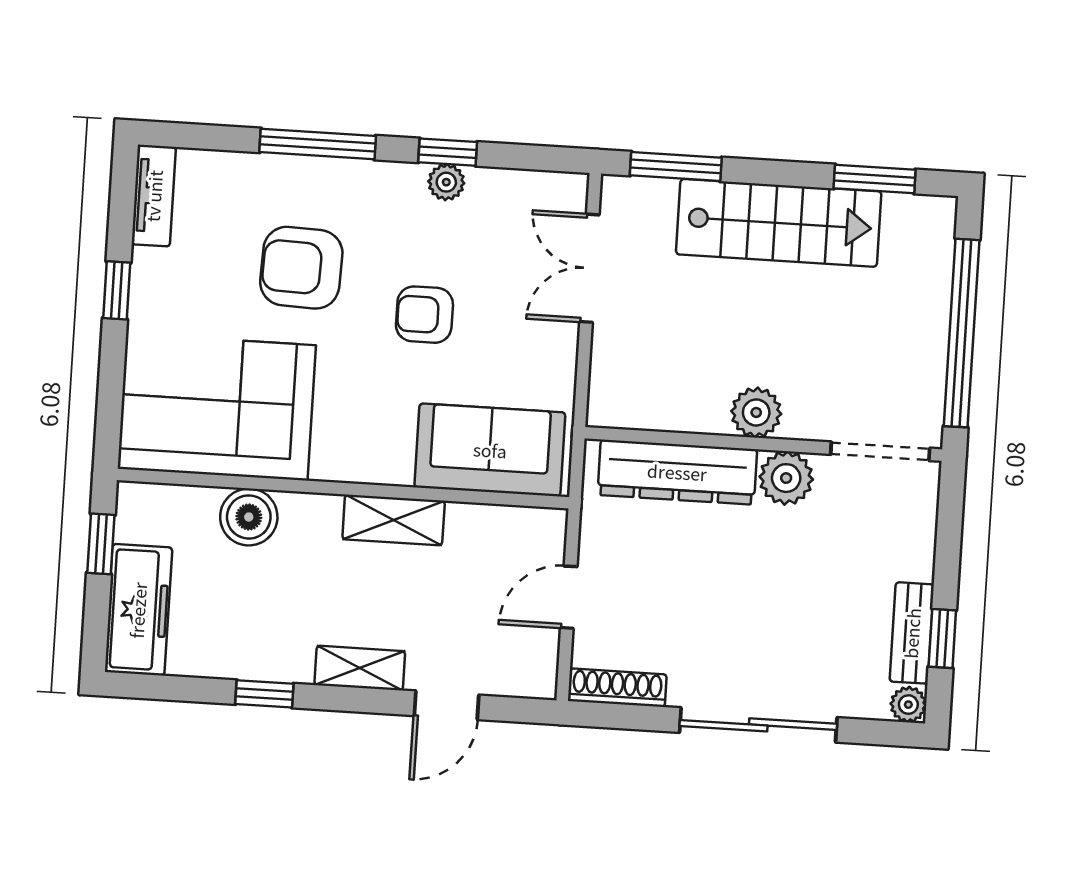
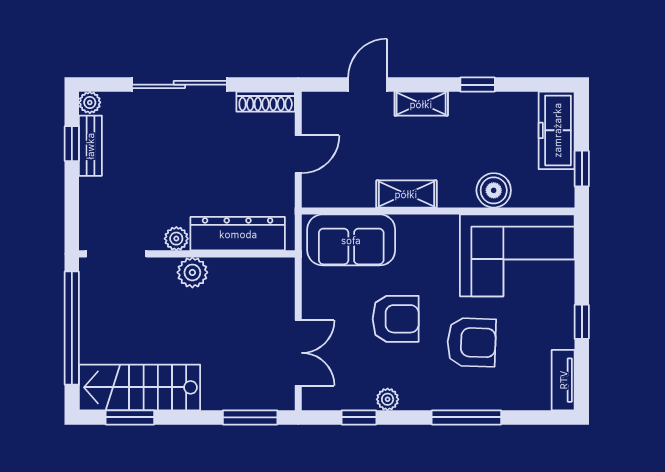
window: (448, 152) -> (359, 417), moved
stairs: (779, 223) -> (140, 387), moved
armchair: (424, 315) -> (396, 319), width x1.38, depth x1.38
plant: (786, 478) -> (176, 239), width x0.73, depth x0.73

